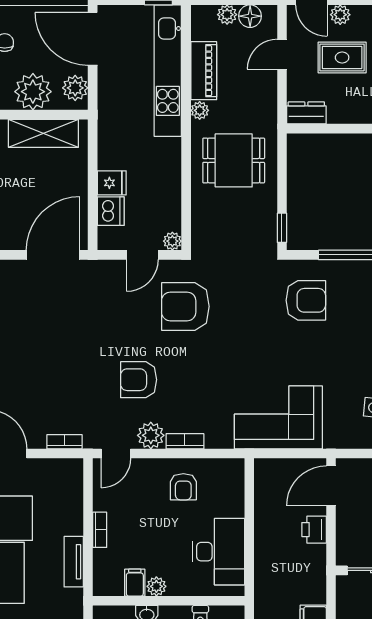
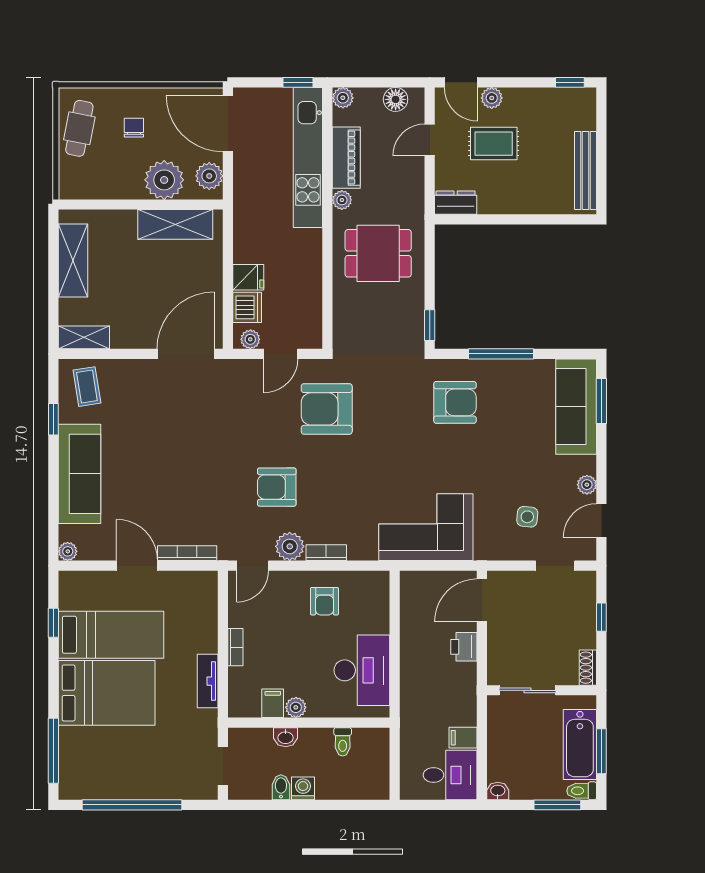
plant: (227, 15) -> (343, 98), moved
plant: (172, 241) -> (250, 339), moved
bookcase: (64, 442) -> (187, 553), width x1.56

